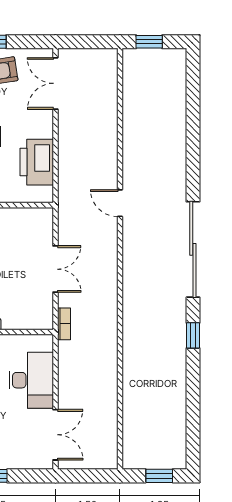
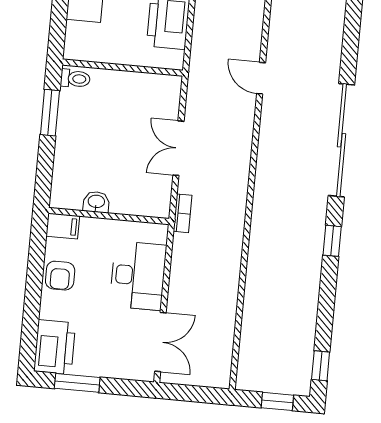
double door: (55, 269) -> (178, 148), swing flipped
window: (193, 442) -> (321, 366), added

